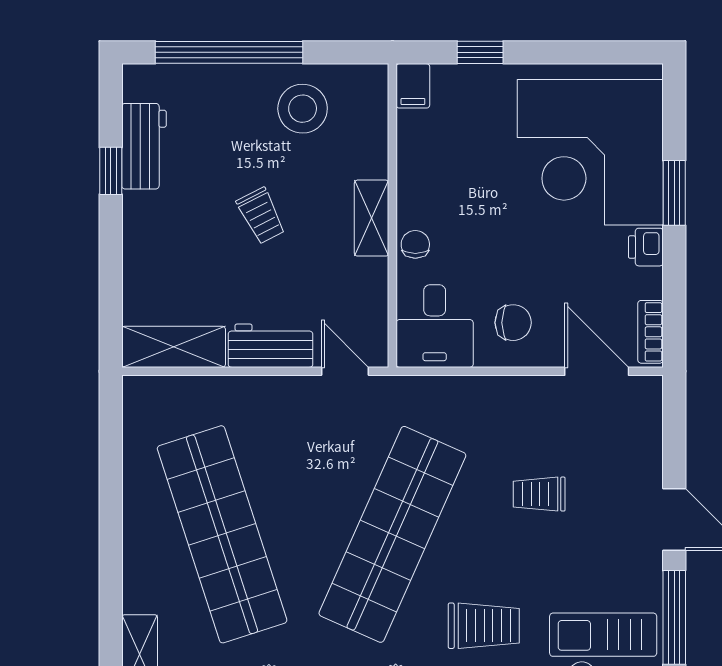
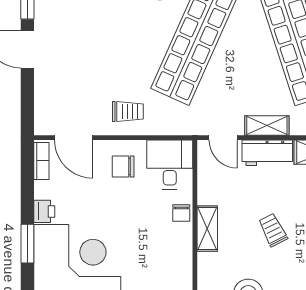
shelving: (271, 392) -> (267, 125), added
trolley: (539, 494) -> (128, 112), moved

